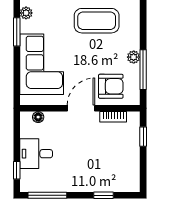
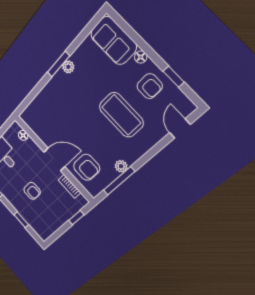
plant: (26, 13) -> (68, 67), moved
corner sofa: (42, 64) -> (55, 105), removed
armchair: (88, 157) -> (32, 191), added

